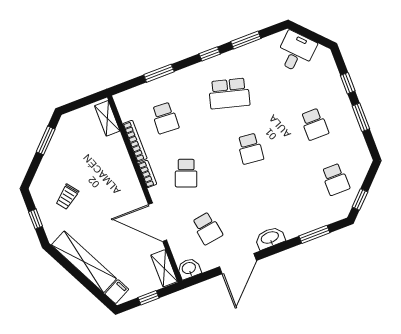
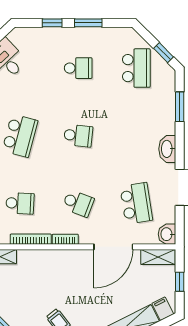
school desk: (335, 179) -> (136, 68), width x1.85
school desk: (207, 228) -> (136, 203), width x1.85

